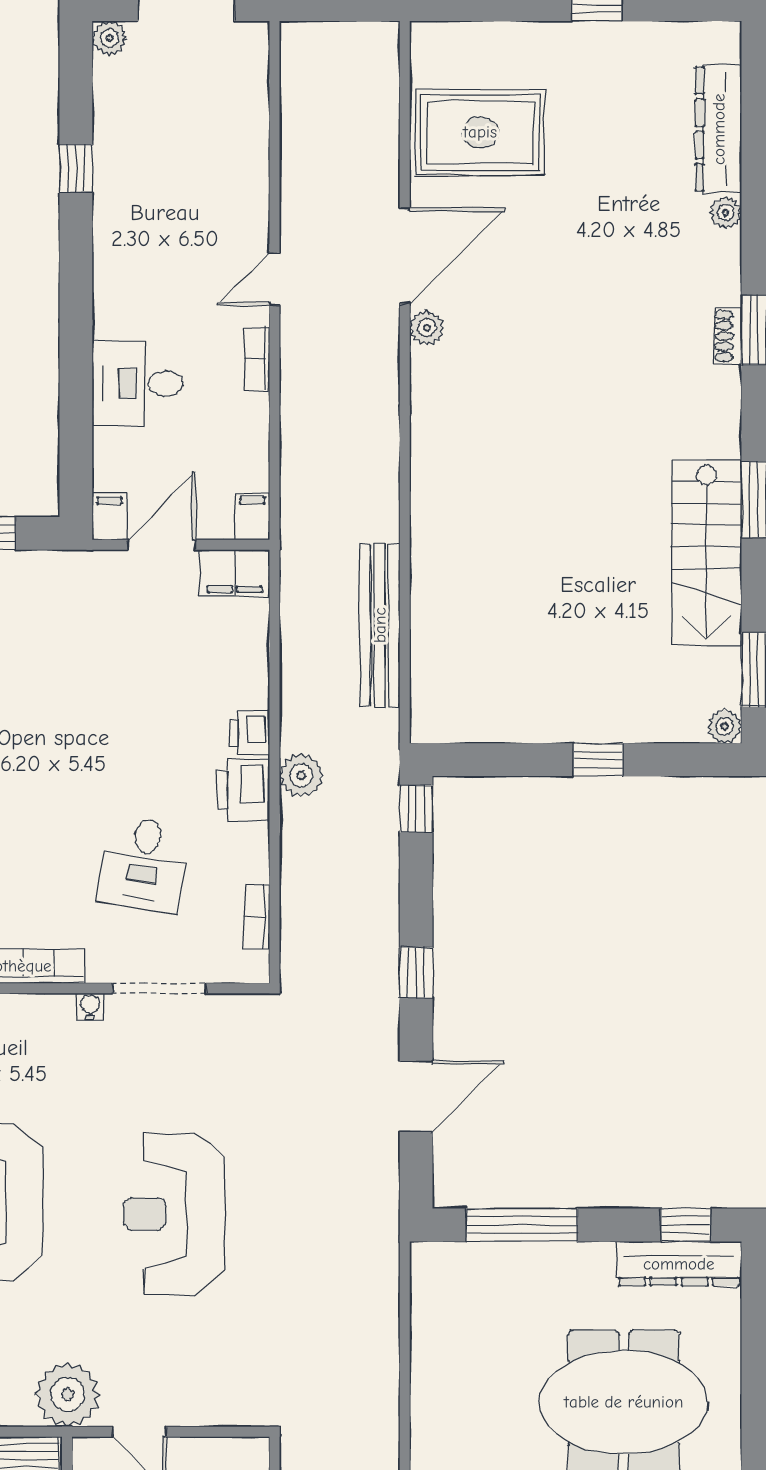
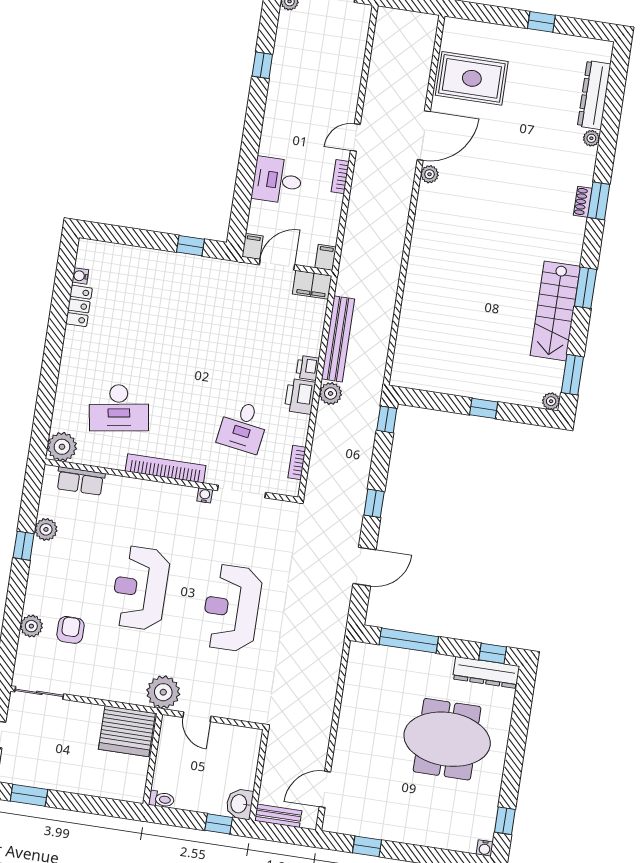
bench: (380, 625) -> (338, 339), moved

